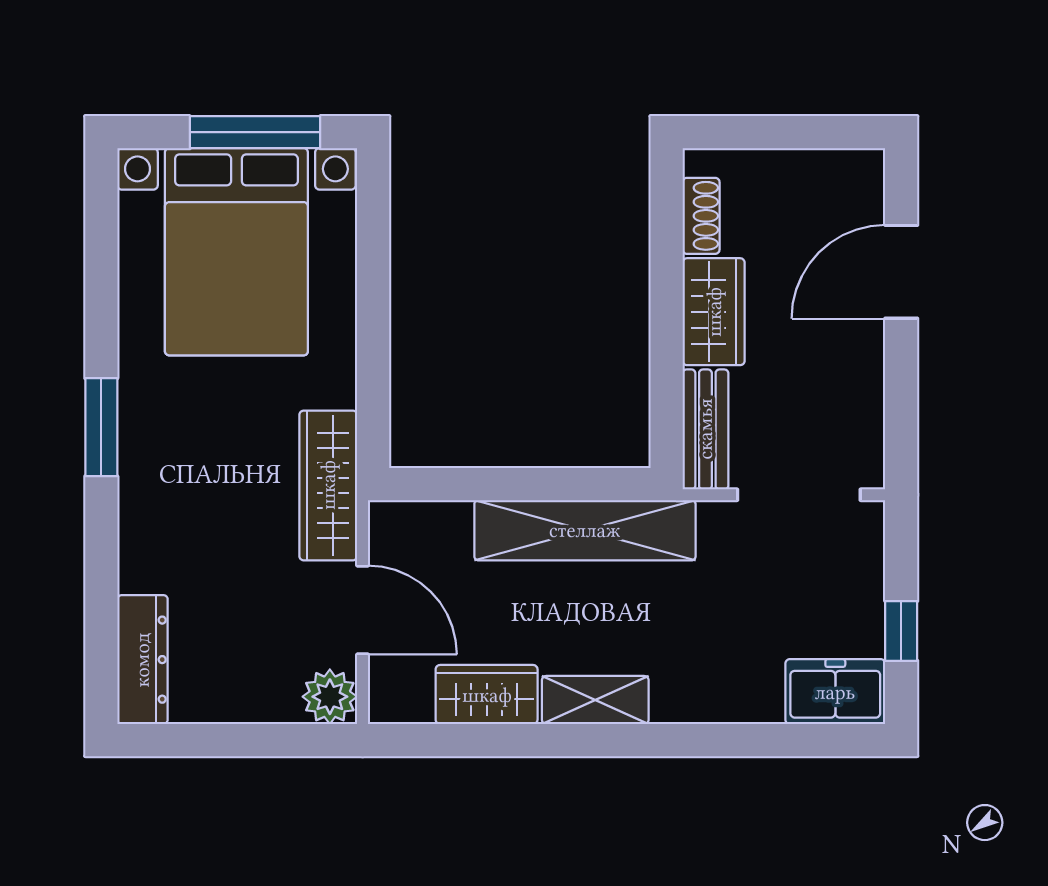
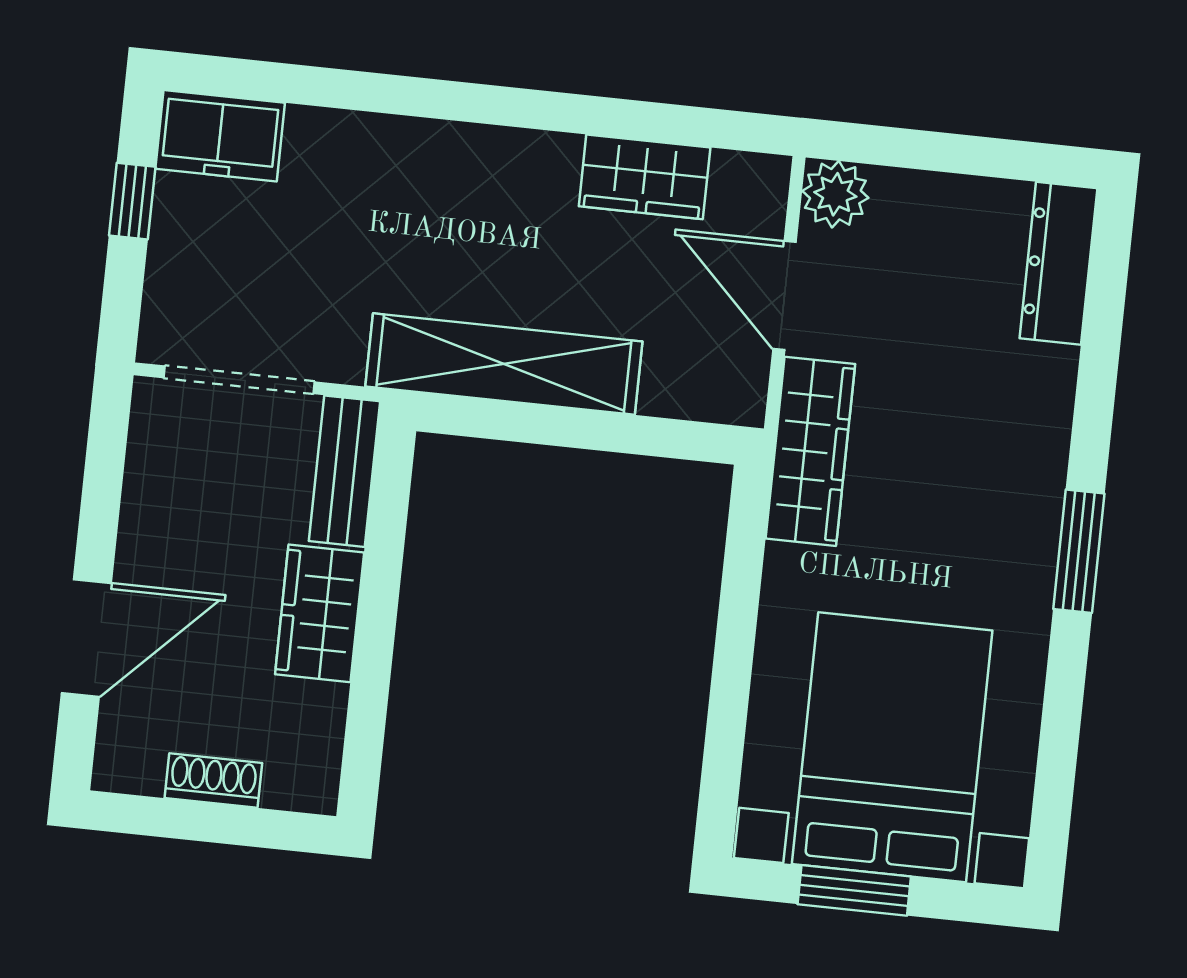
window: (255, 132) -> (854, 890), width x0.69
shoe rack: (701, 216) -> (213, 781), moved, turned 90
shelving: (595, 700) -> (513, 156), removed

